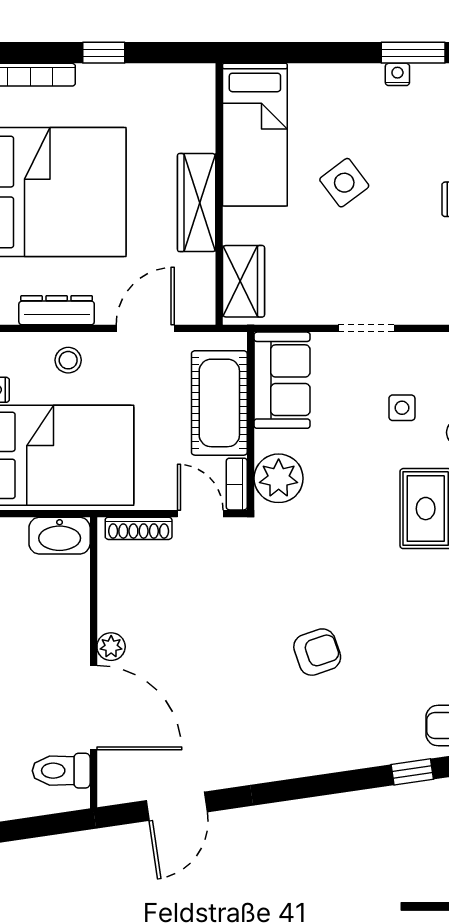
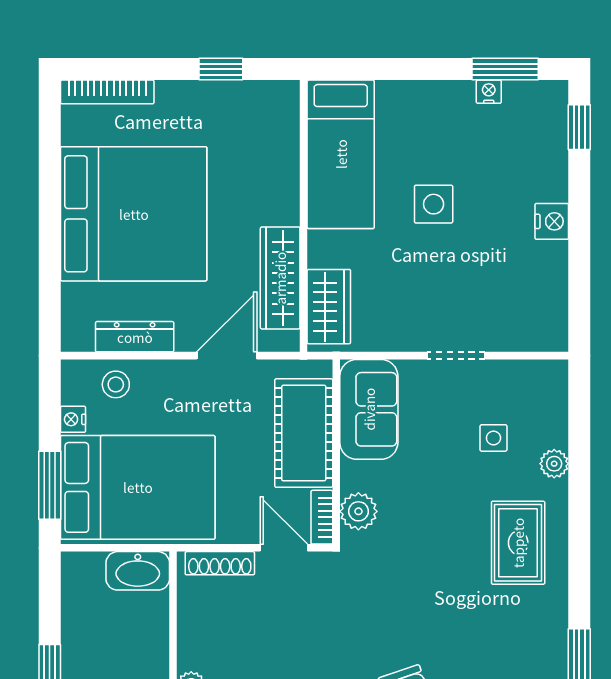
window: (104, 53) -> (221, 69), moved
side table: (344, 183) -> (434, 204), turned 37
wardrobe: (197, 203) -> (280, 278), moved
stool: (68, 360) -> (116, 384), moved
plant: (279, 478) -> (358, 511), width x0.73, depth x0.73

